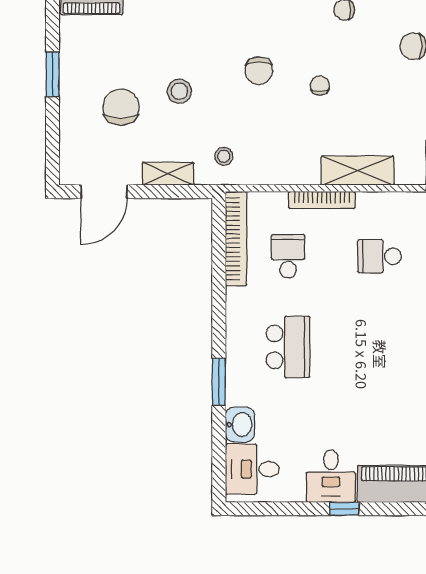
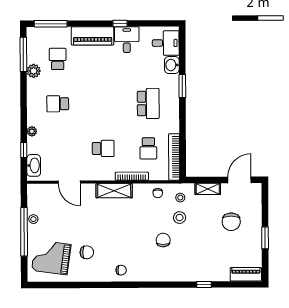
chair: (320, 86) -> (158, 193), moved
stool: (179, 91) -> (180, 218), moved
school desk: (288, 347) -> (148, 103), turned 180

